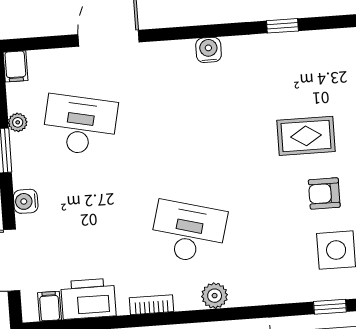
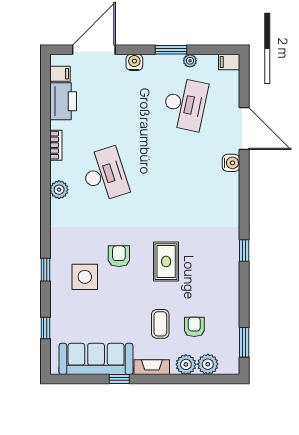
water cooler: (209, 50) -> (231, 163), moved
armchair: (324, 193) -> (119, 256), moved
desk: (188, 232) -> (105, 175), turned -33

